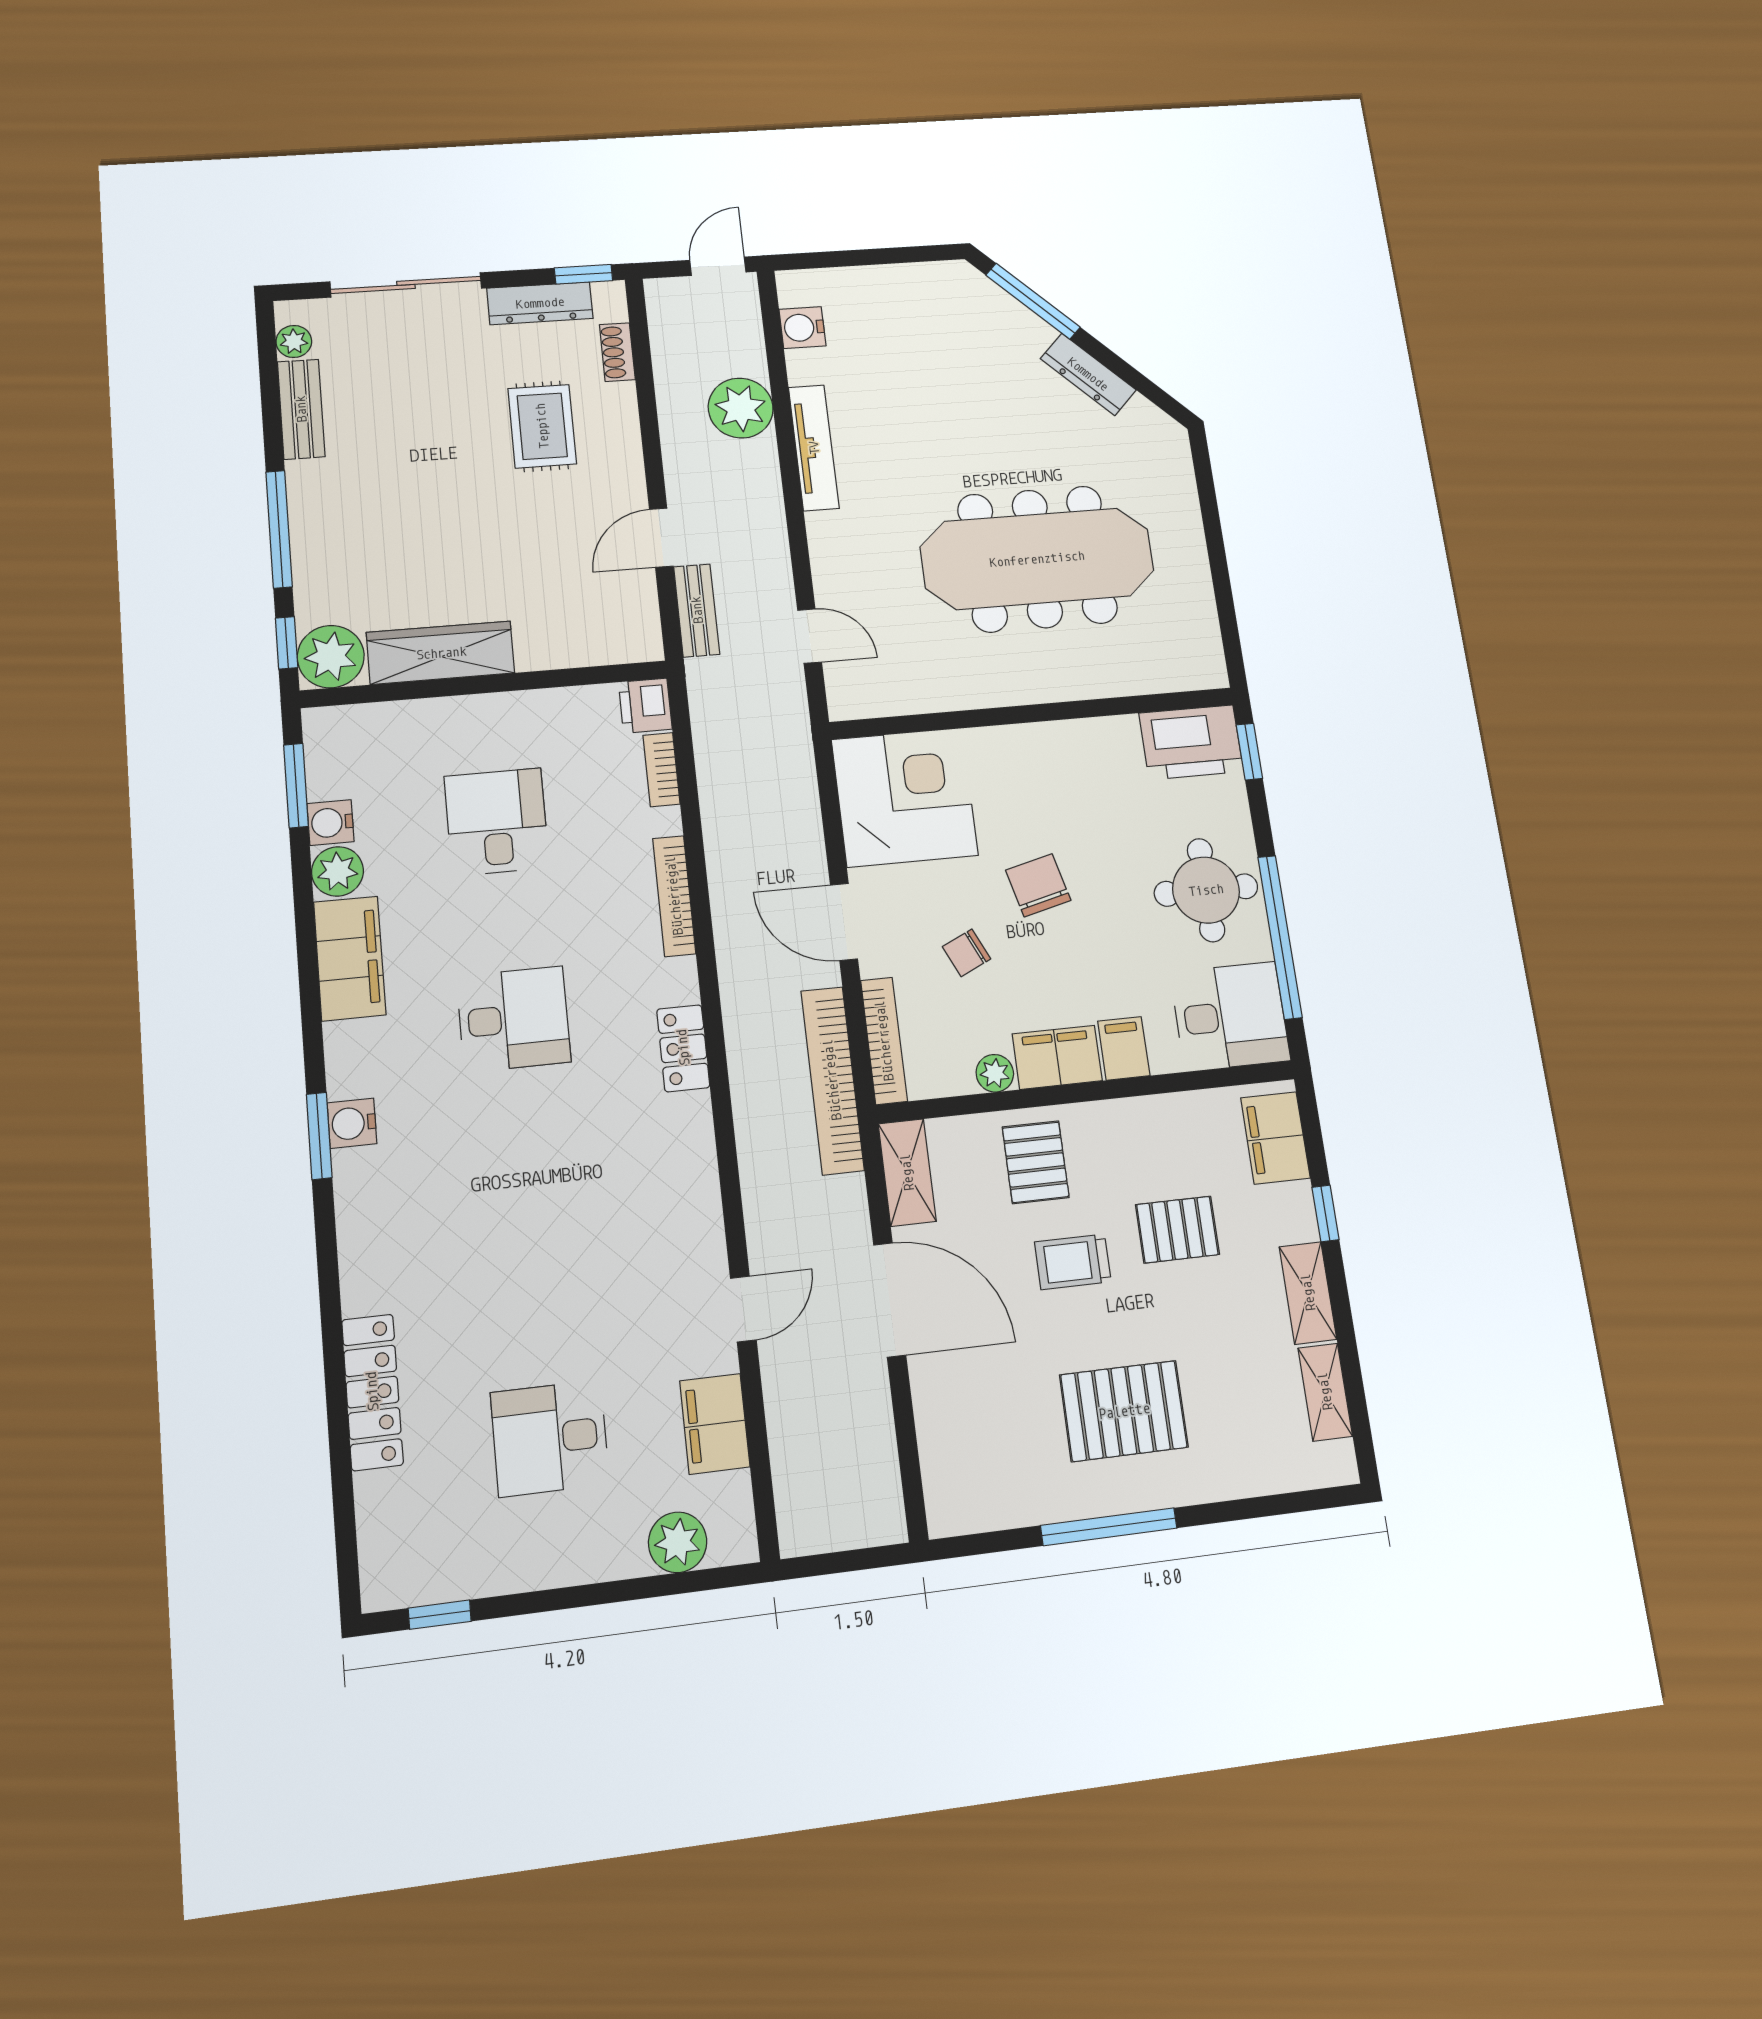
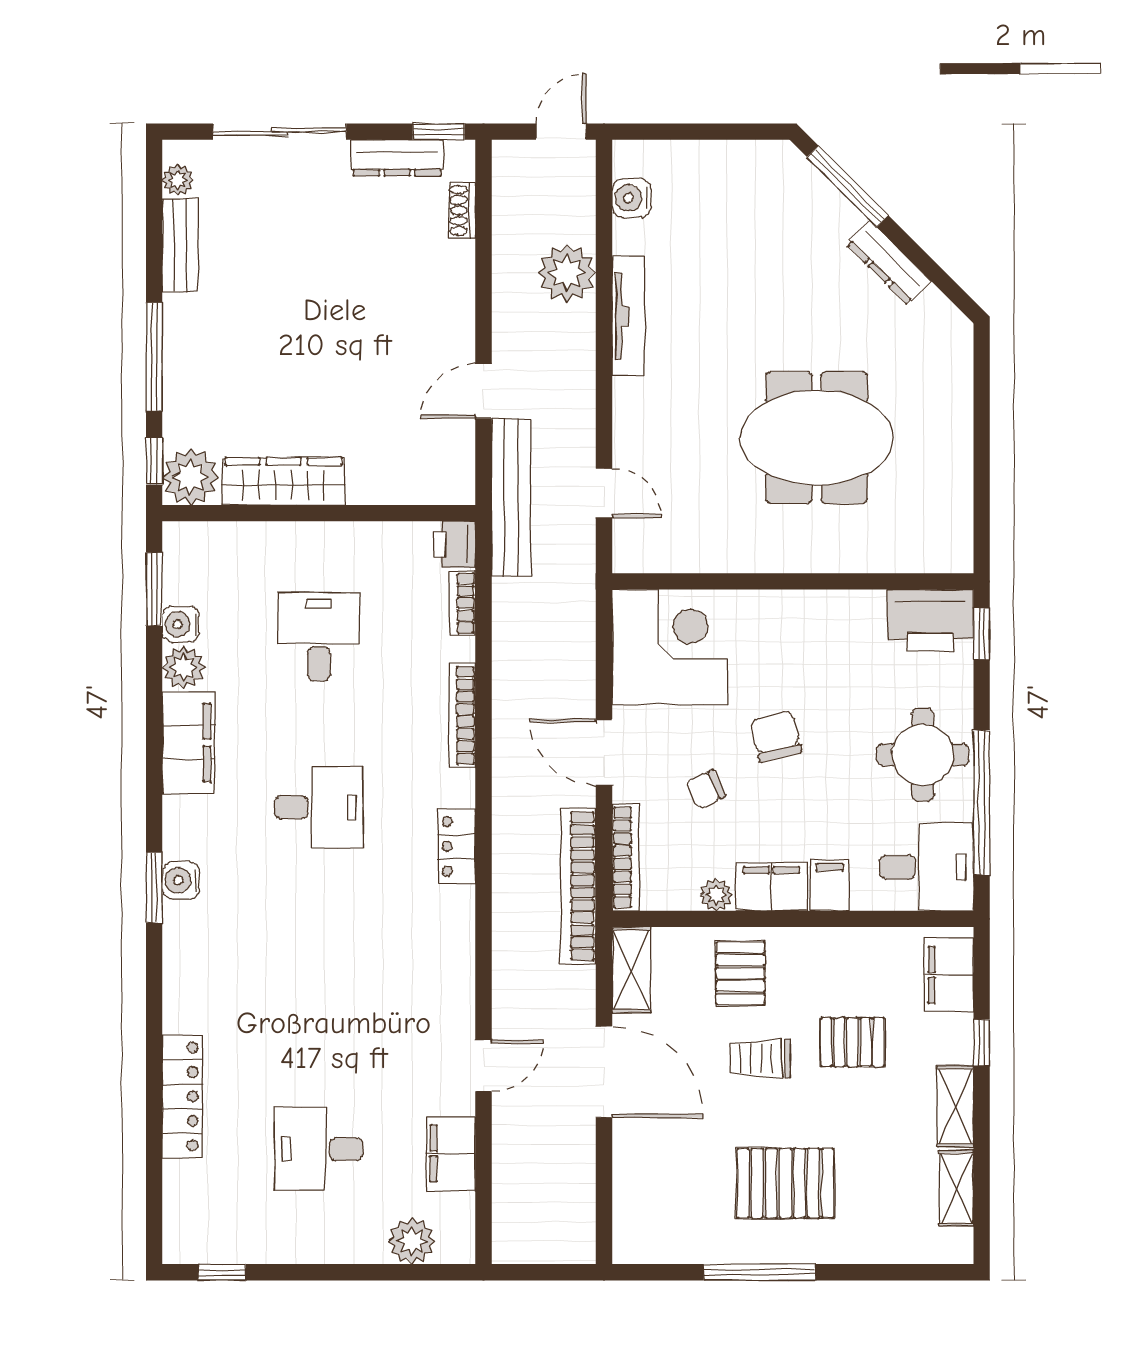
rug: (542, 426) -> (389, 277), removed
meeting table: (1037, 559) -> (817, 438), width x0.73
bench: (697, 610) -> (511, 498), width x1.86, depth x1.21

